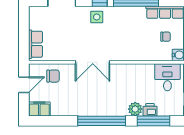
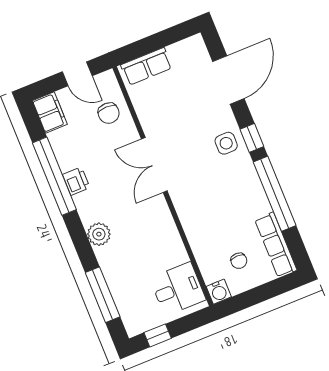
plant: (135, 109) -> (99, 234), moved
printer: (150, 110) -> (76, 181), moved
window: (102, 121) -> (54, 176), moved

